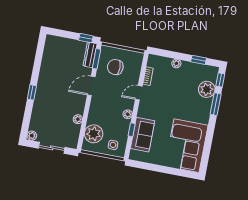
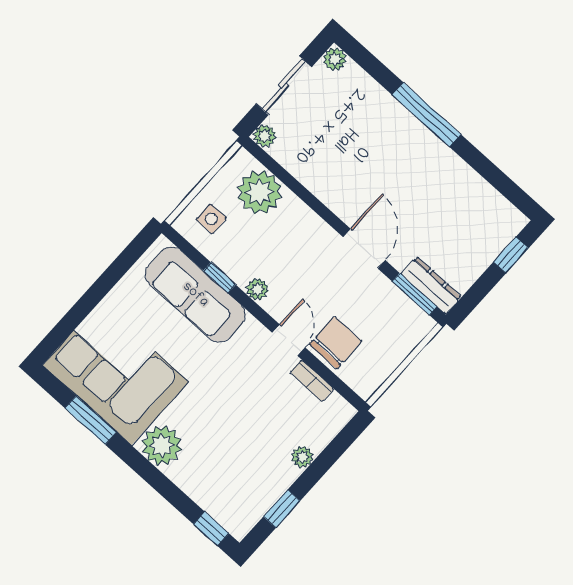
window: (86, 38) -> (511, 255), moved
chair: (115, 67) -> (336, 343), moved
plant: (207, 89) -> (162, 446), moved
window: (32, 92) -> (426, 115), width x2.17
window: (216, 104) -> (91, 420), moved
plant: (78, 119) -> (265, 136), moved
sofa: (143, 135) -> (195, 295), width x1.36

